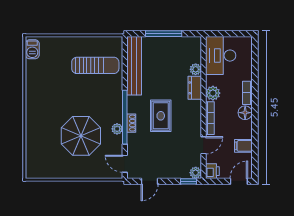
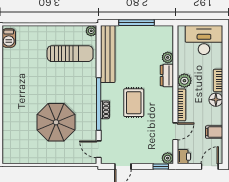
desk: (221, 56) -> (204, 40), moved, turned 90
plant: (117, 129) -> (91, 31), moved

